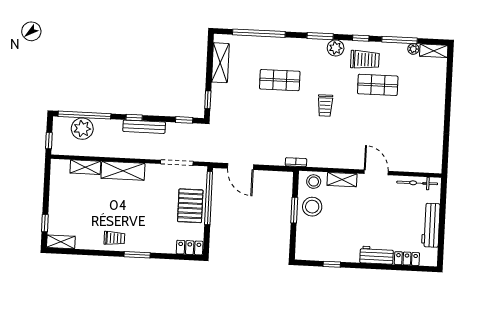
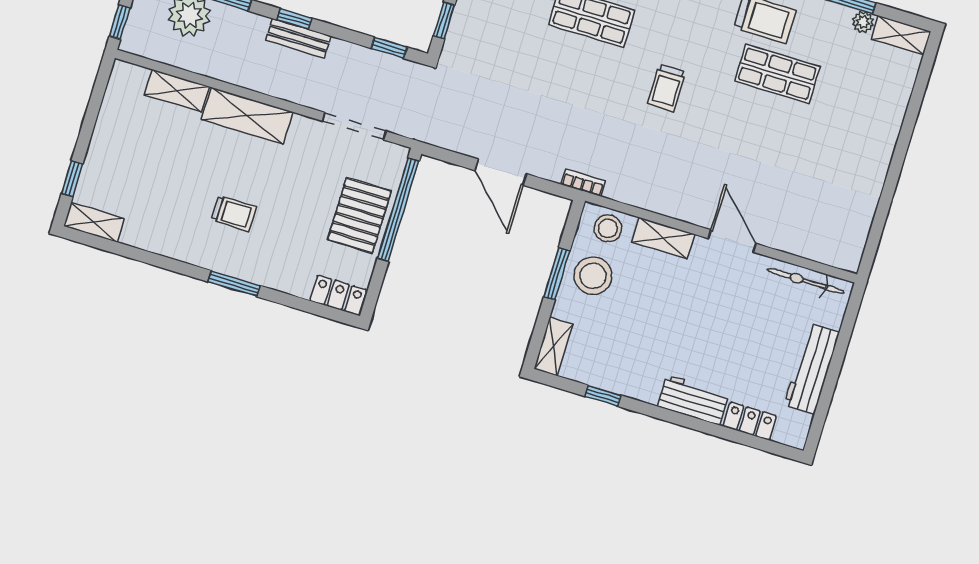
bench: (144, 127) -> (298, 38), width x0.73
door: (241, 167) -> (501, 172), moved
trolley: (114, 238) -> (234, 213), moved
shelving: (301, 246) -> (553, 346), added

